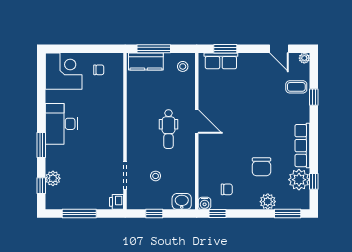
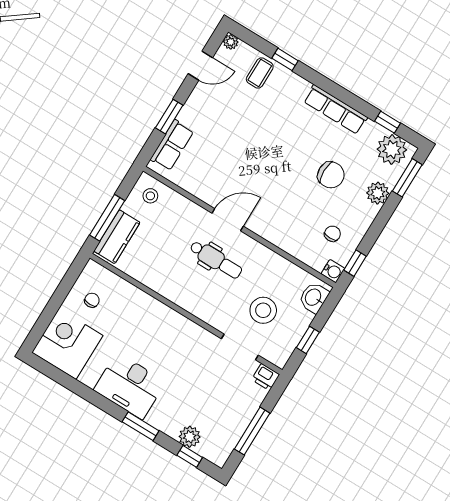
window: (225, 49) -> (169, 117), moved
stool: (156, 176) -> (263, 310), width x1.89, depth x1.89
plant: (299, 180) -> (392, 149), moved

